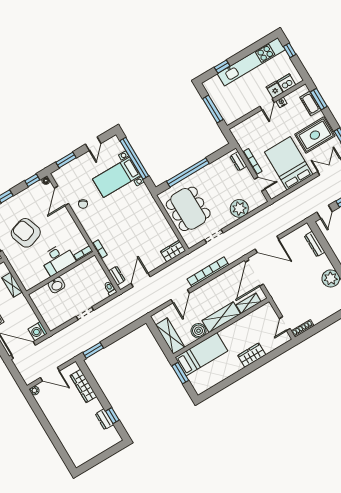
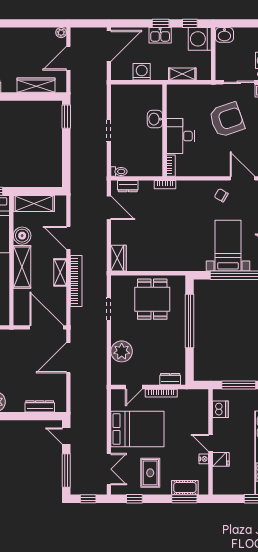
dishwasher: (287, 83) -> (220, 409), moved
rug: (315, 135) -> (150, 473), width x0.73, depth x0.70
dining table: (188, 209) -> (152, 299), width x0.73
shelving: (249, 303) -> (60, 272), moved
washing machine: (38, 331) -> (142, 72), moved

